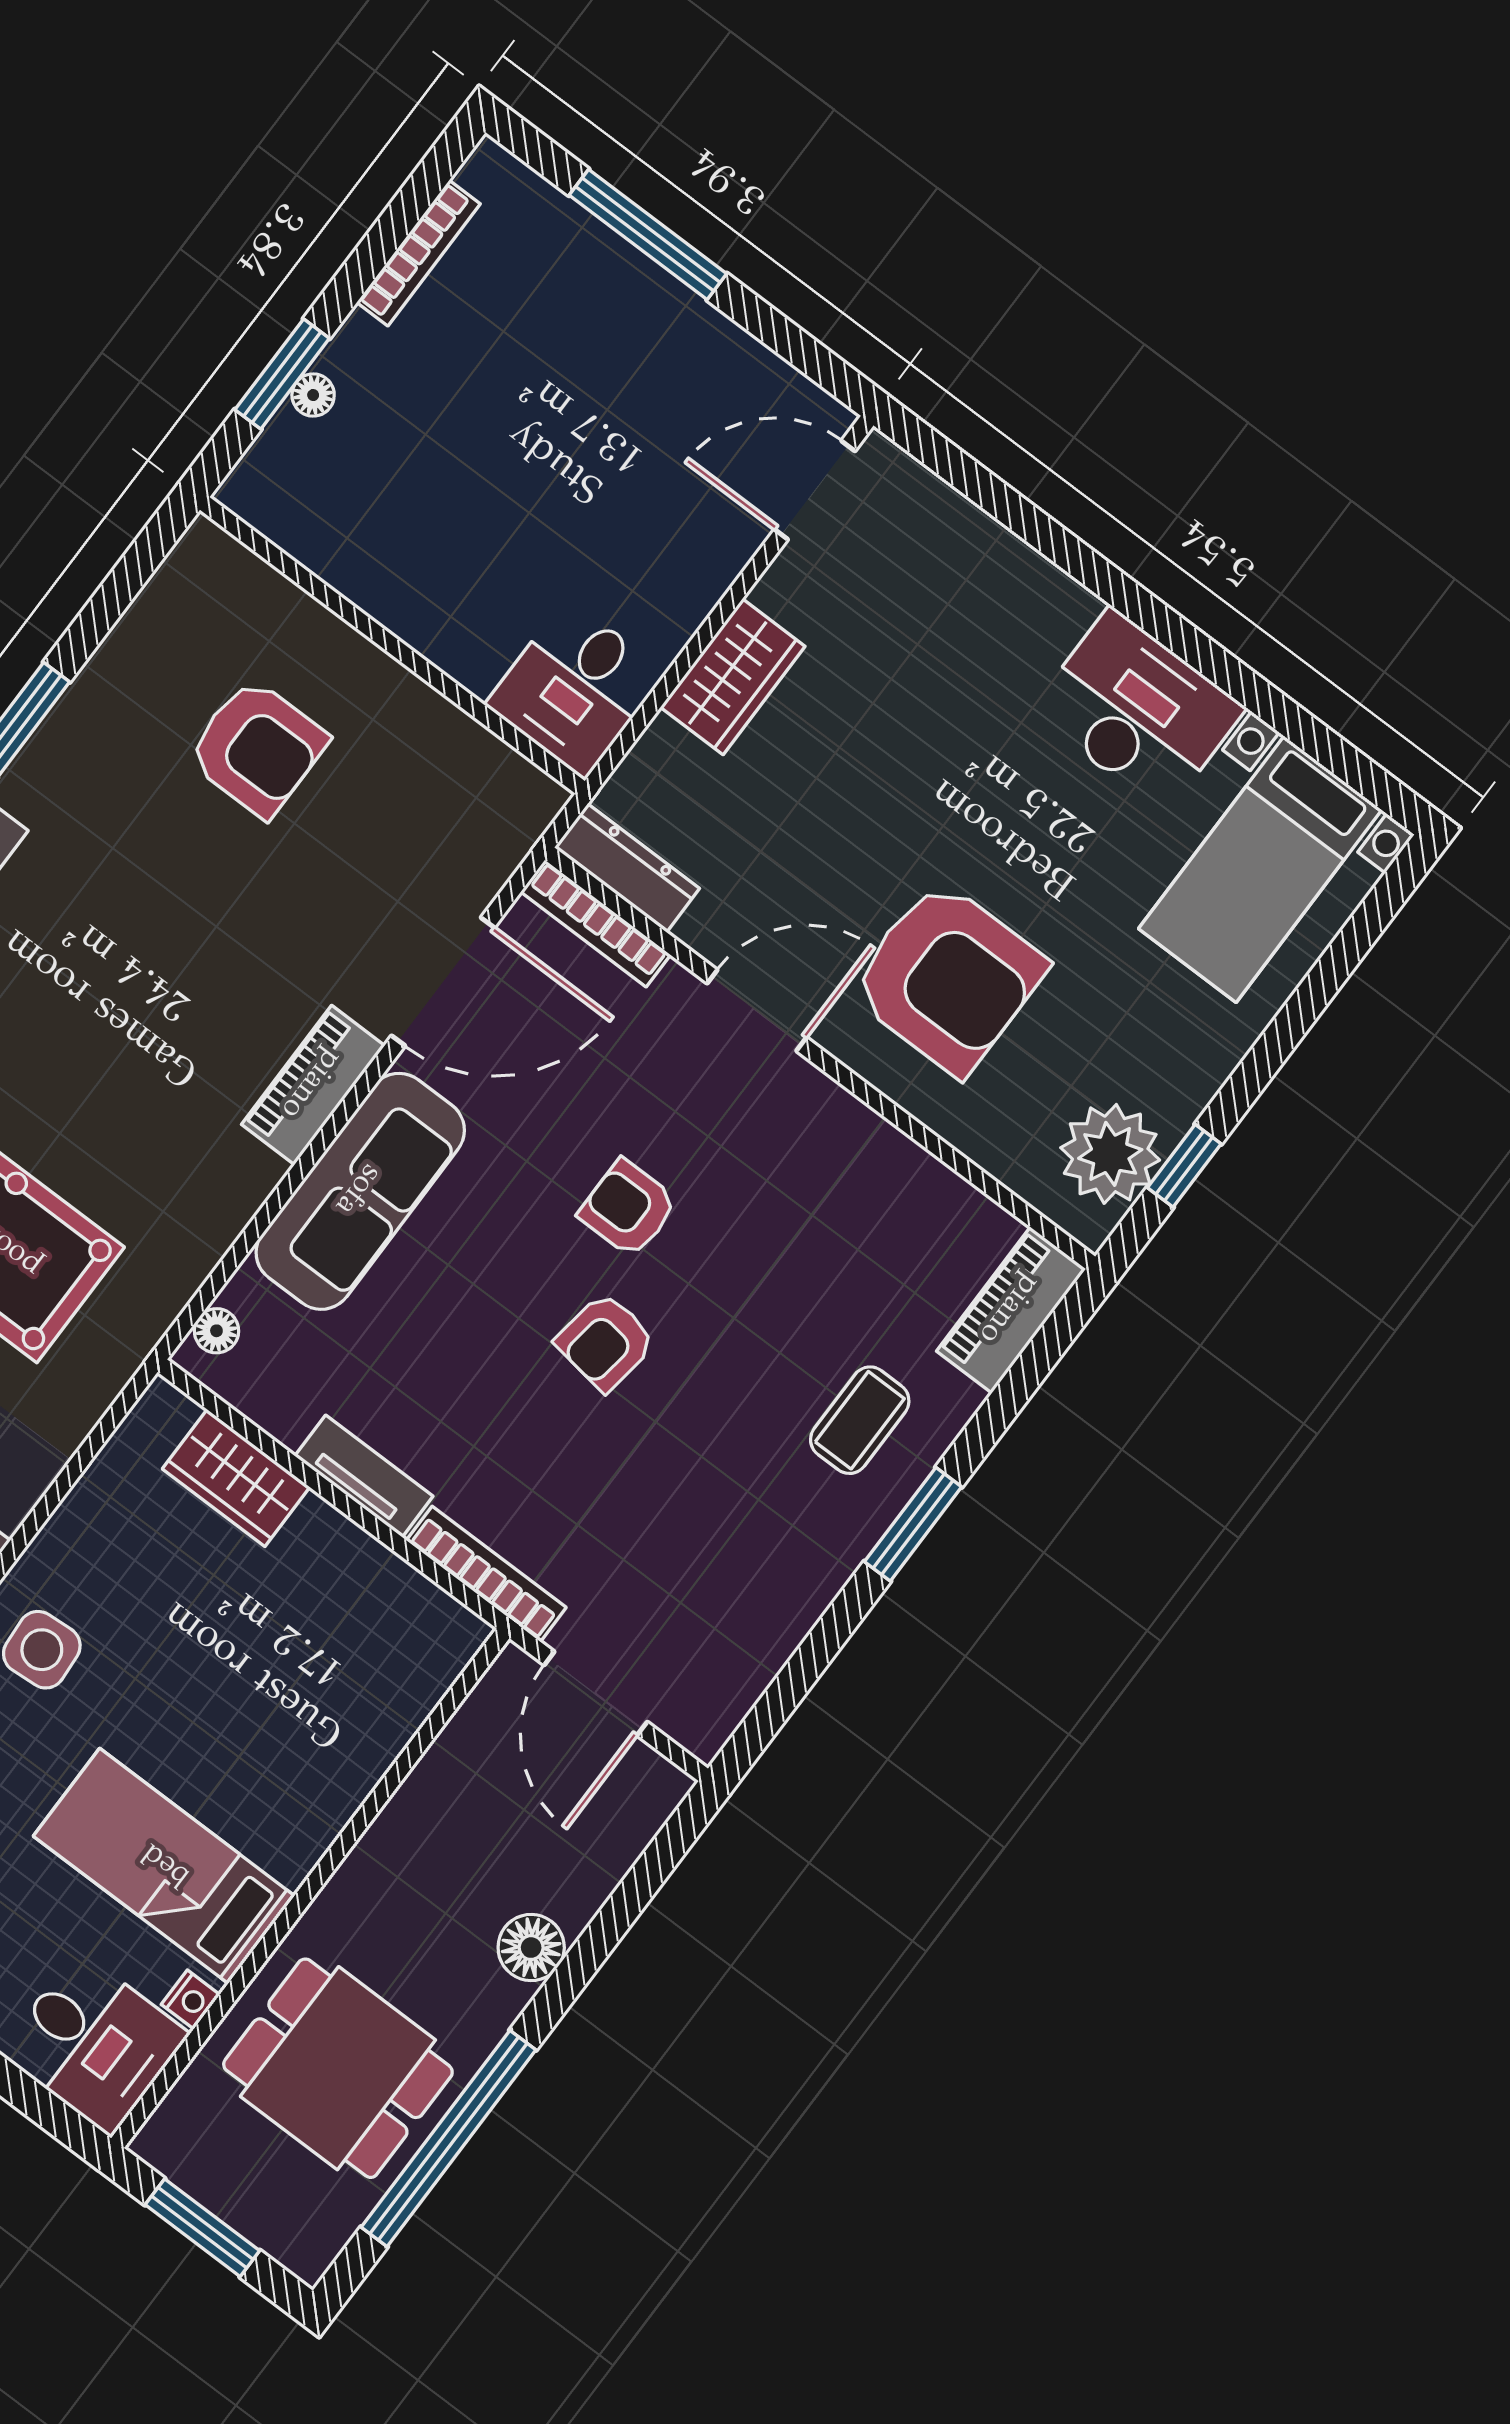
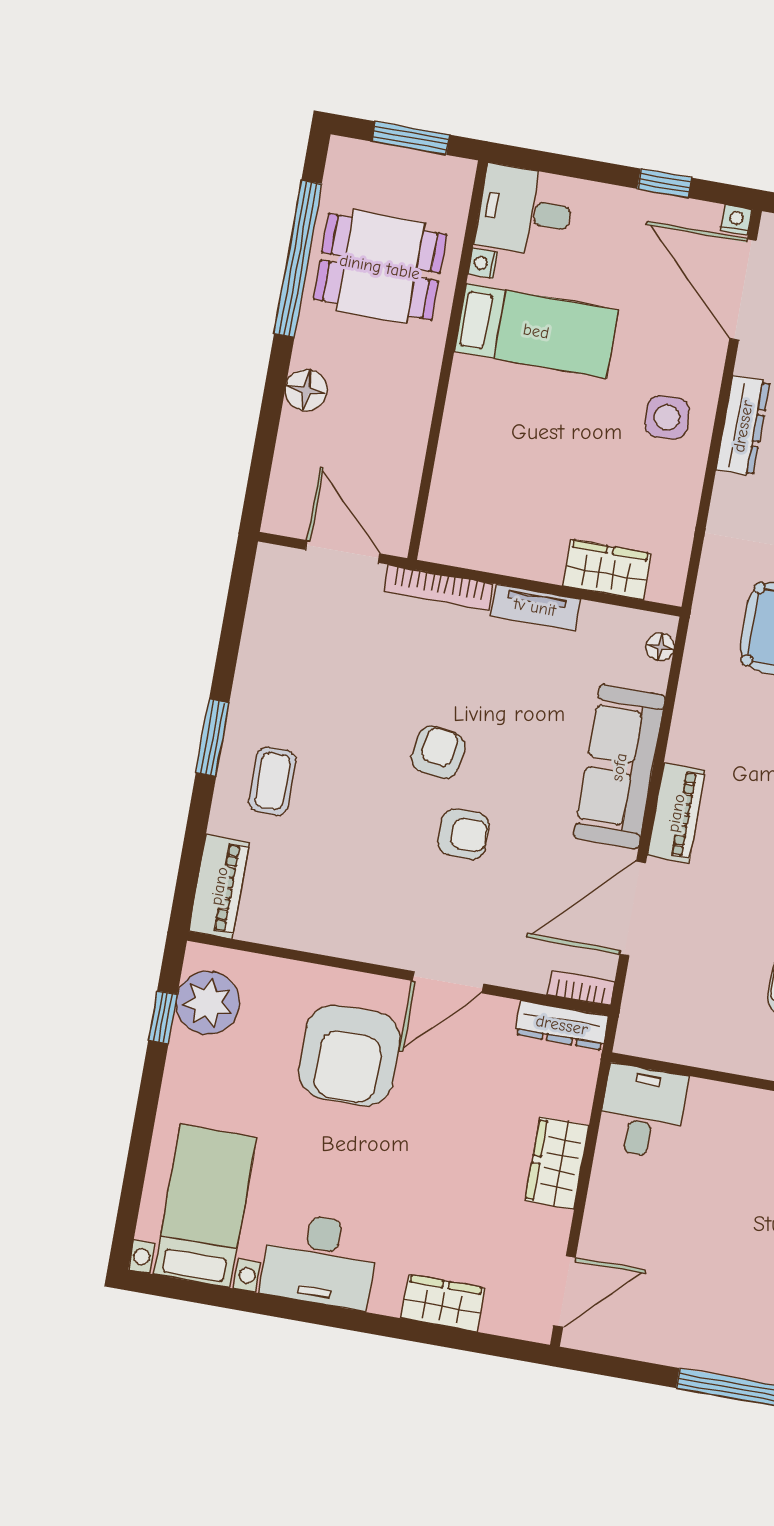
wardrobe: (995, 562) -> (443, 1303), added
bookcase: (596, 923) -> (581, 988), width x0.64
armchair: (948, 978) -> (350, 1055), turned -90

